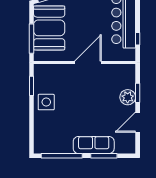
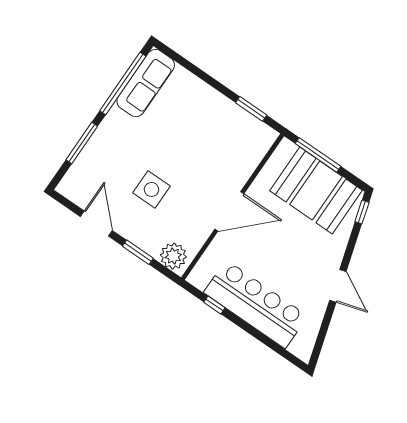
door: (88, 62) -> (229, 211), hinge flipped
plant: (128, 97) -> (173, 256), moved
side table: (46, 102) -> (152, 189), moved
sofa: (94, 145) -> (146, 83), moved

